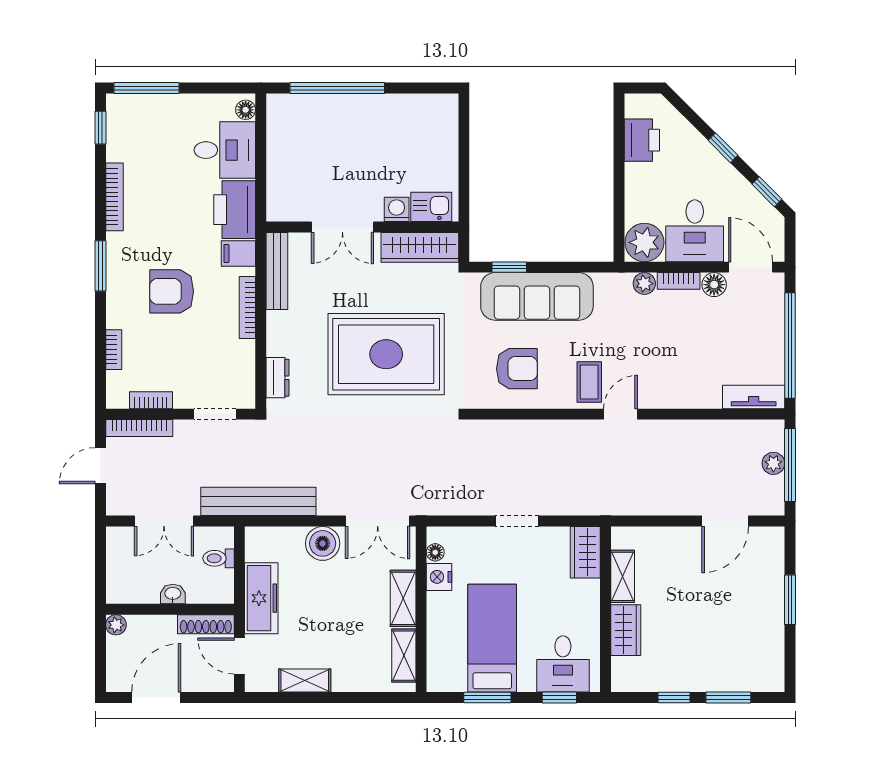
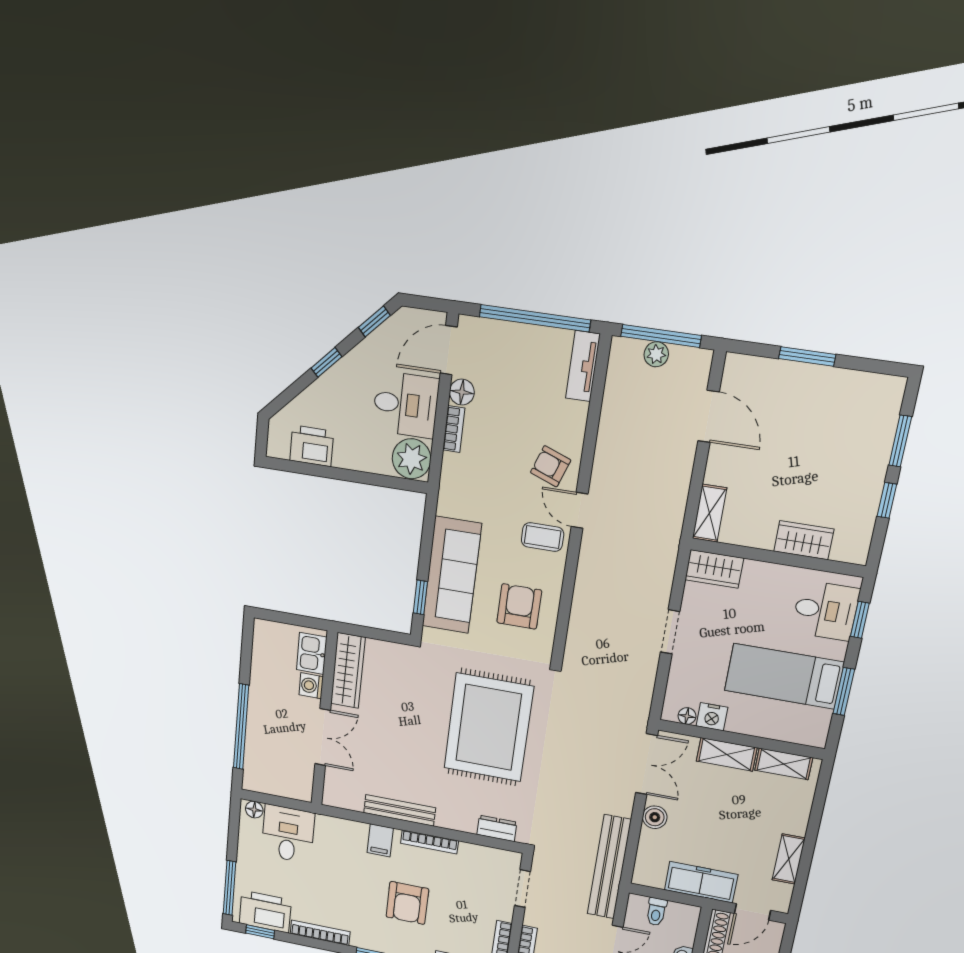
kitchen sink: (431, 207) -> (312, 653), moved
washing machine: (397, 209) -> (311, 686), moved
printer: (235, 210) -> (265, 912), moved, turned 180
double door: (342, 227) -> (323, 737), moved
wall: (362, 227) -> (324, 719), moved
wardrobe: (420, 247) -> (348, 671), moved
plant: (644, 284) -> (452, 465), removed
armchair: (658, 380) -> (551, 466), added
boiler: (323, 543) -> (655, 817), width x0.73, depth x0.73
shelving: (623, 576) -> (710, 513), moved, turned 90

